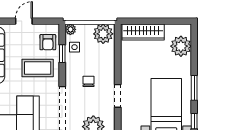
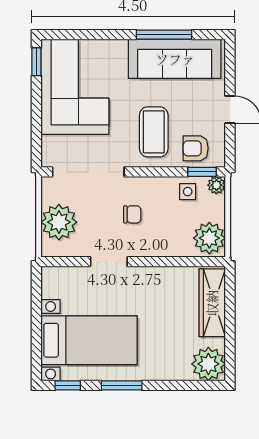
plant: (181, 46) -> (208, 364), moved
window: (62, 54) -> (202, 172), moved

